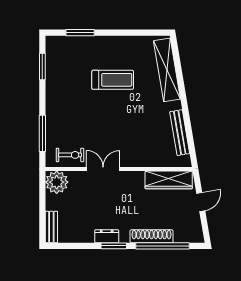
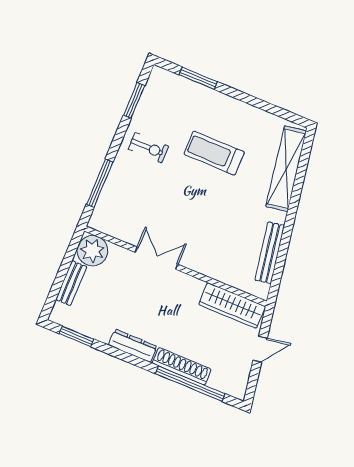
treadmill: (113, 80) -> (214, 153), turned 180
exercise bike: (70, 155) -> (148, 148), moved
bench: (51, 227) -> (71, 283), moved
dresser: (107, 236) -> (133, 346), width x1.44
window: (114, 246) -> (76, 336), moved

